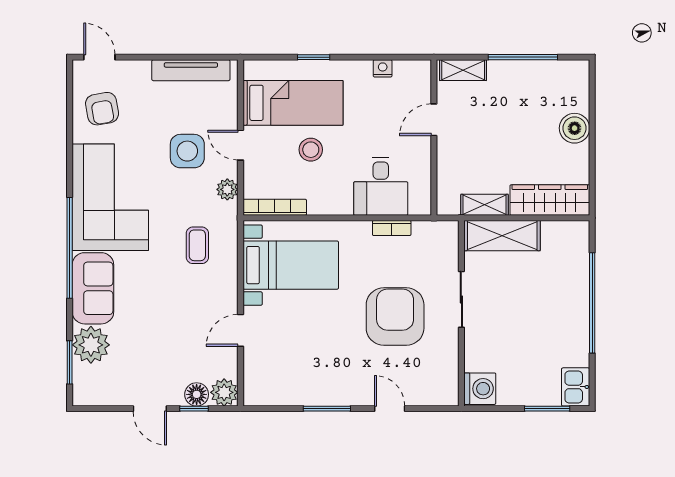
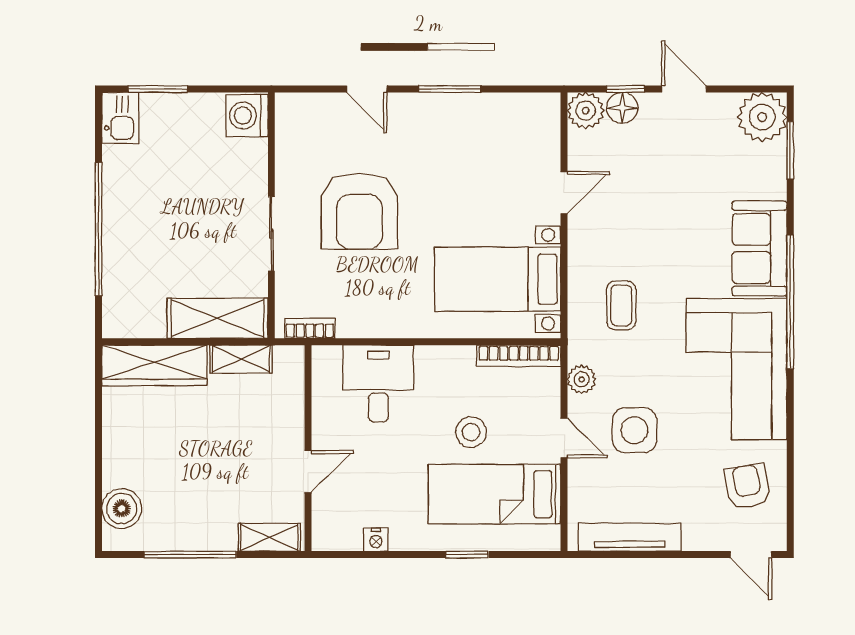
boiler: (575, 128) -> (122, 509), moved
bookcase: (392, 228) -> (310, 328), moved
plant: (91, 345) -> (762, 117), moved

